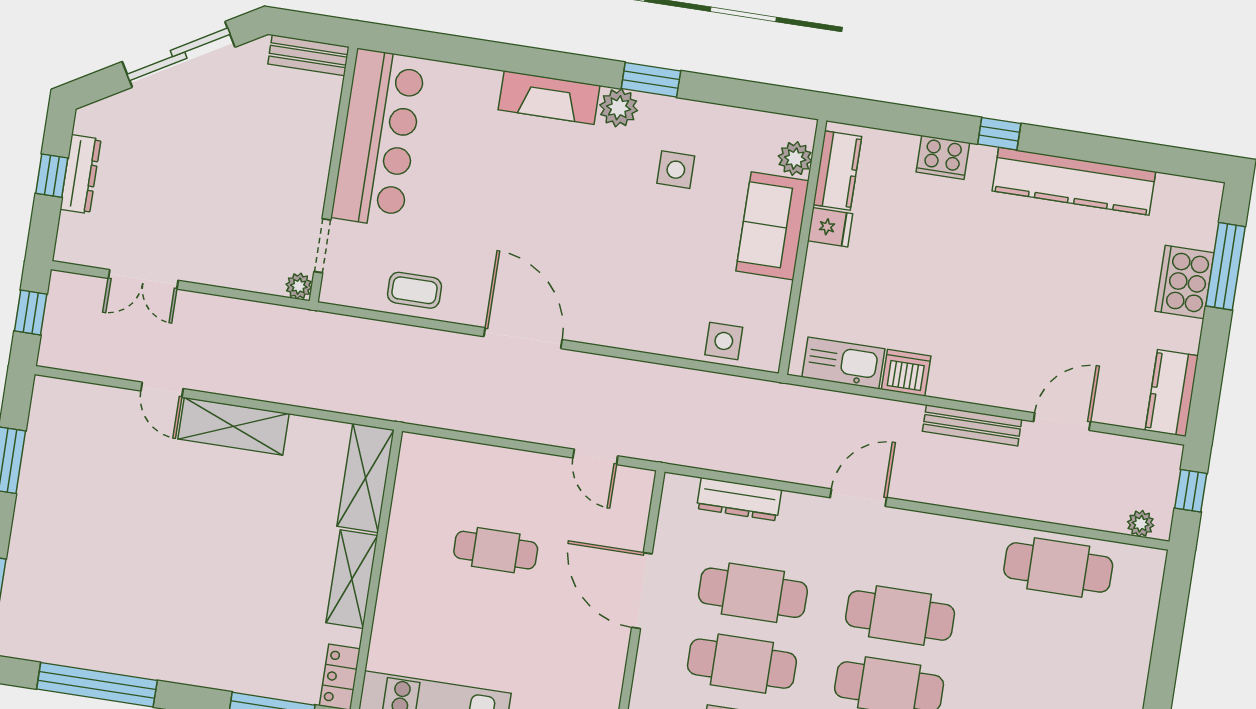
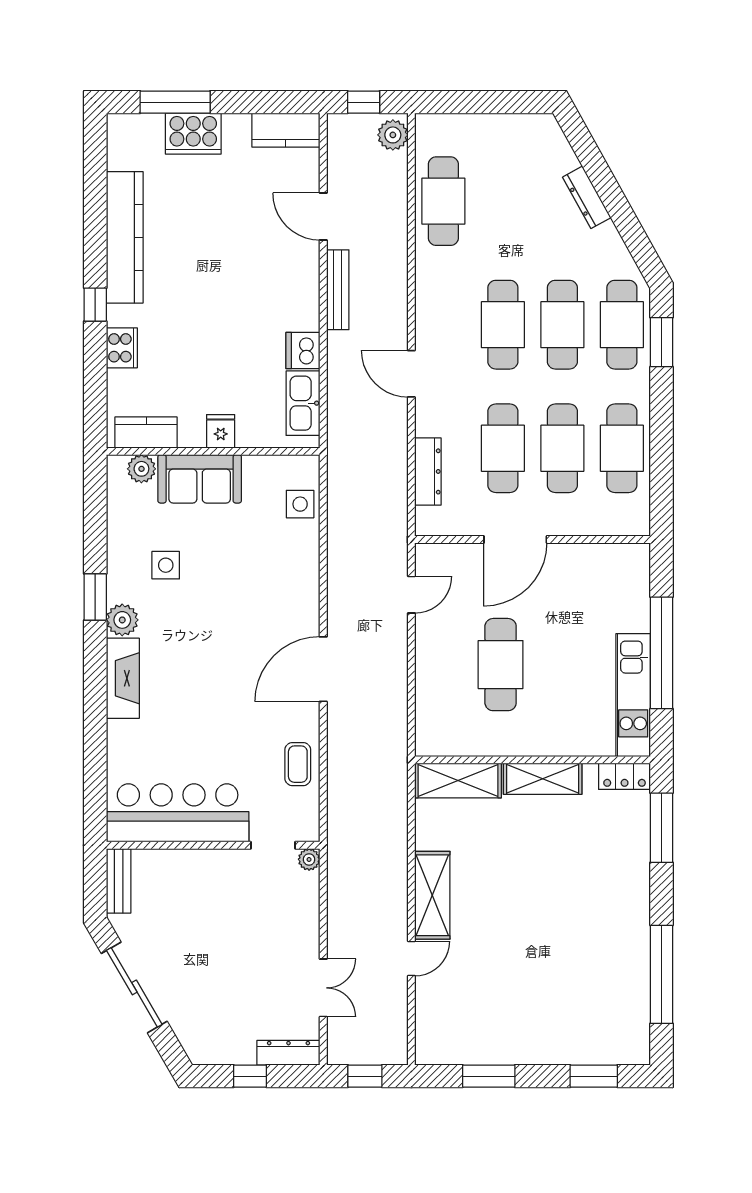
dresser: (80, 174) -> (288, 1053), moved
fridge: (830, 227) -> (221, 431), moved
plant: (1141, 524) -> (393, 135), width x1.38, depth x1.38
cafe table: (496, 550) -> (501, 665), width x1.37, depth x1.35

